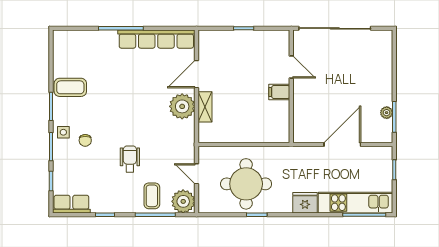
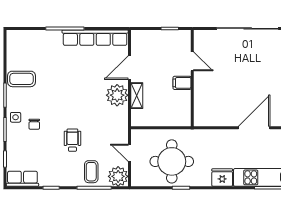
door: (291, 67) -> (192, 61), moved
wall: (291, 86) -> (192, 78), moved
filing cabinet: (279, 92) -> (182, 83), moved

